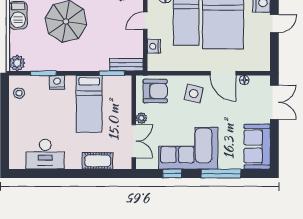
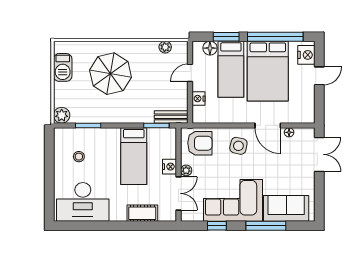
nightstand: (57, 82) -> (169, 167), moved, turned 90
stool: (19, 93) -> (79, 157), moved
sofa: (257, 147) -> (286, 208), moved, turned 90
desk: (45, 154) -> (83, 202), width x1.36, depth x1.30

